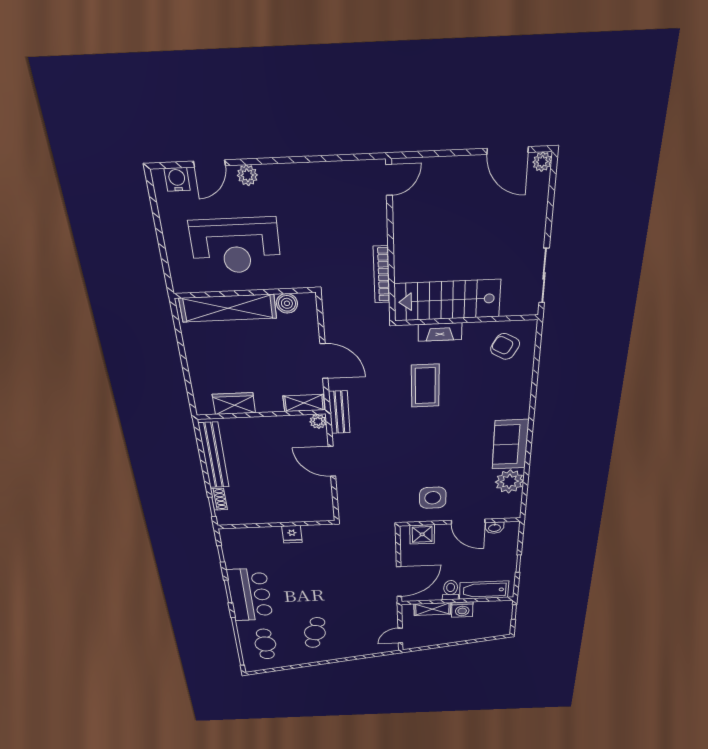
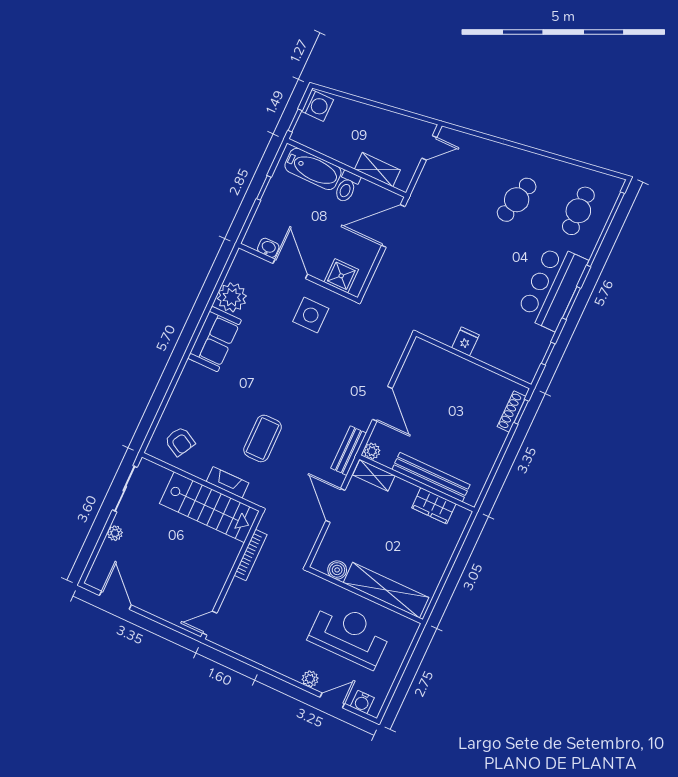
plant: (542, 162) -> (115, 533), moved
bench: (214, 455) -> (431, 477), moved, turned 90
shoe rack: (219, 499) -> (512, 412), width x1.43
washing machine: (462, 609) -> (317, 105), moved, turned 90

